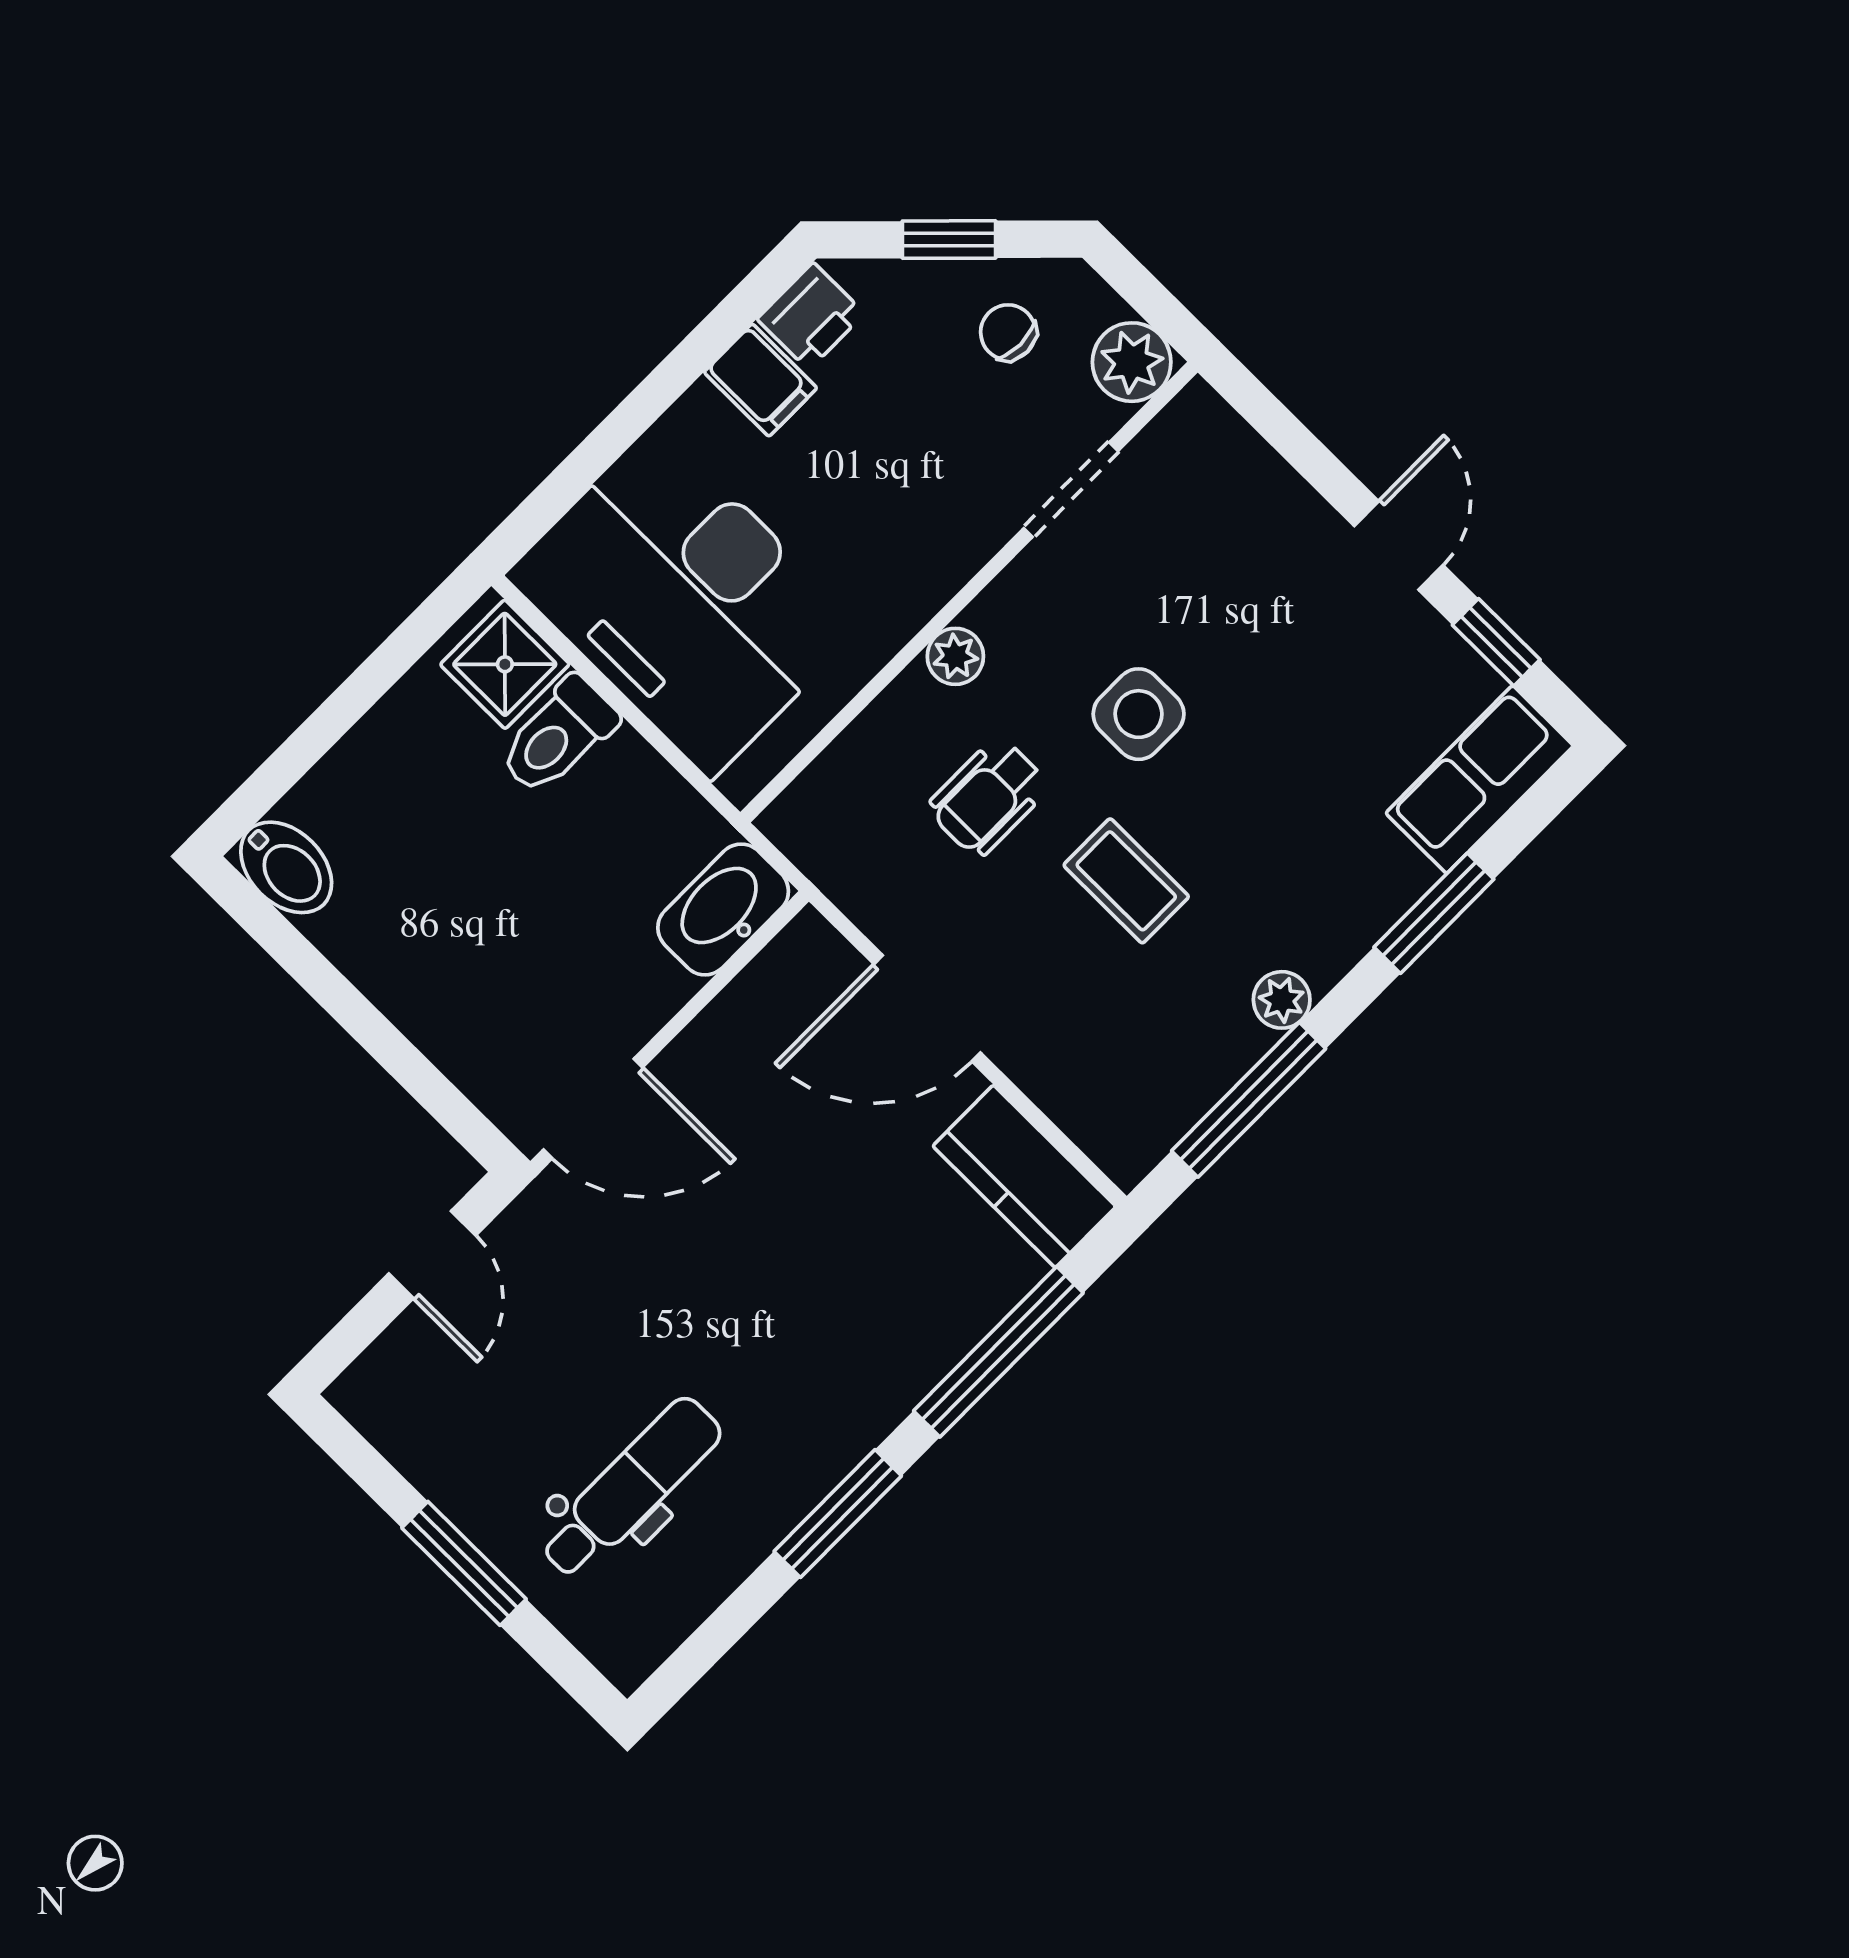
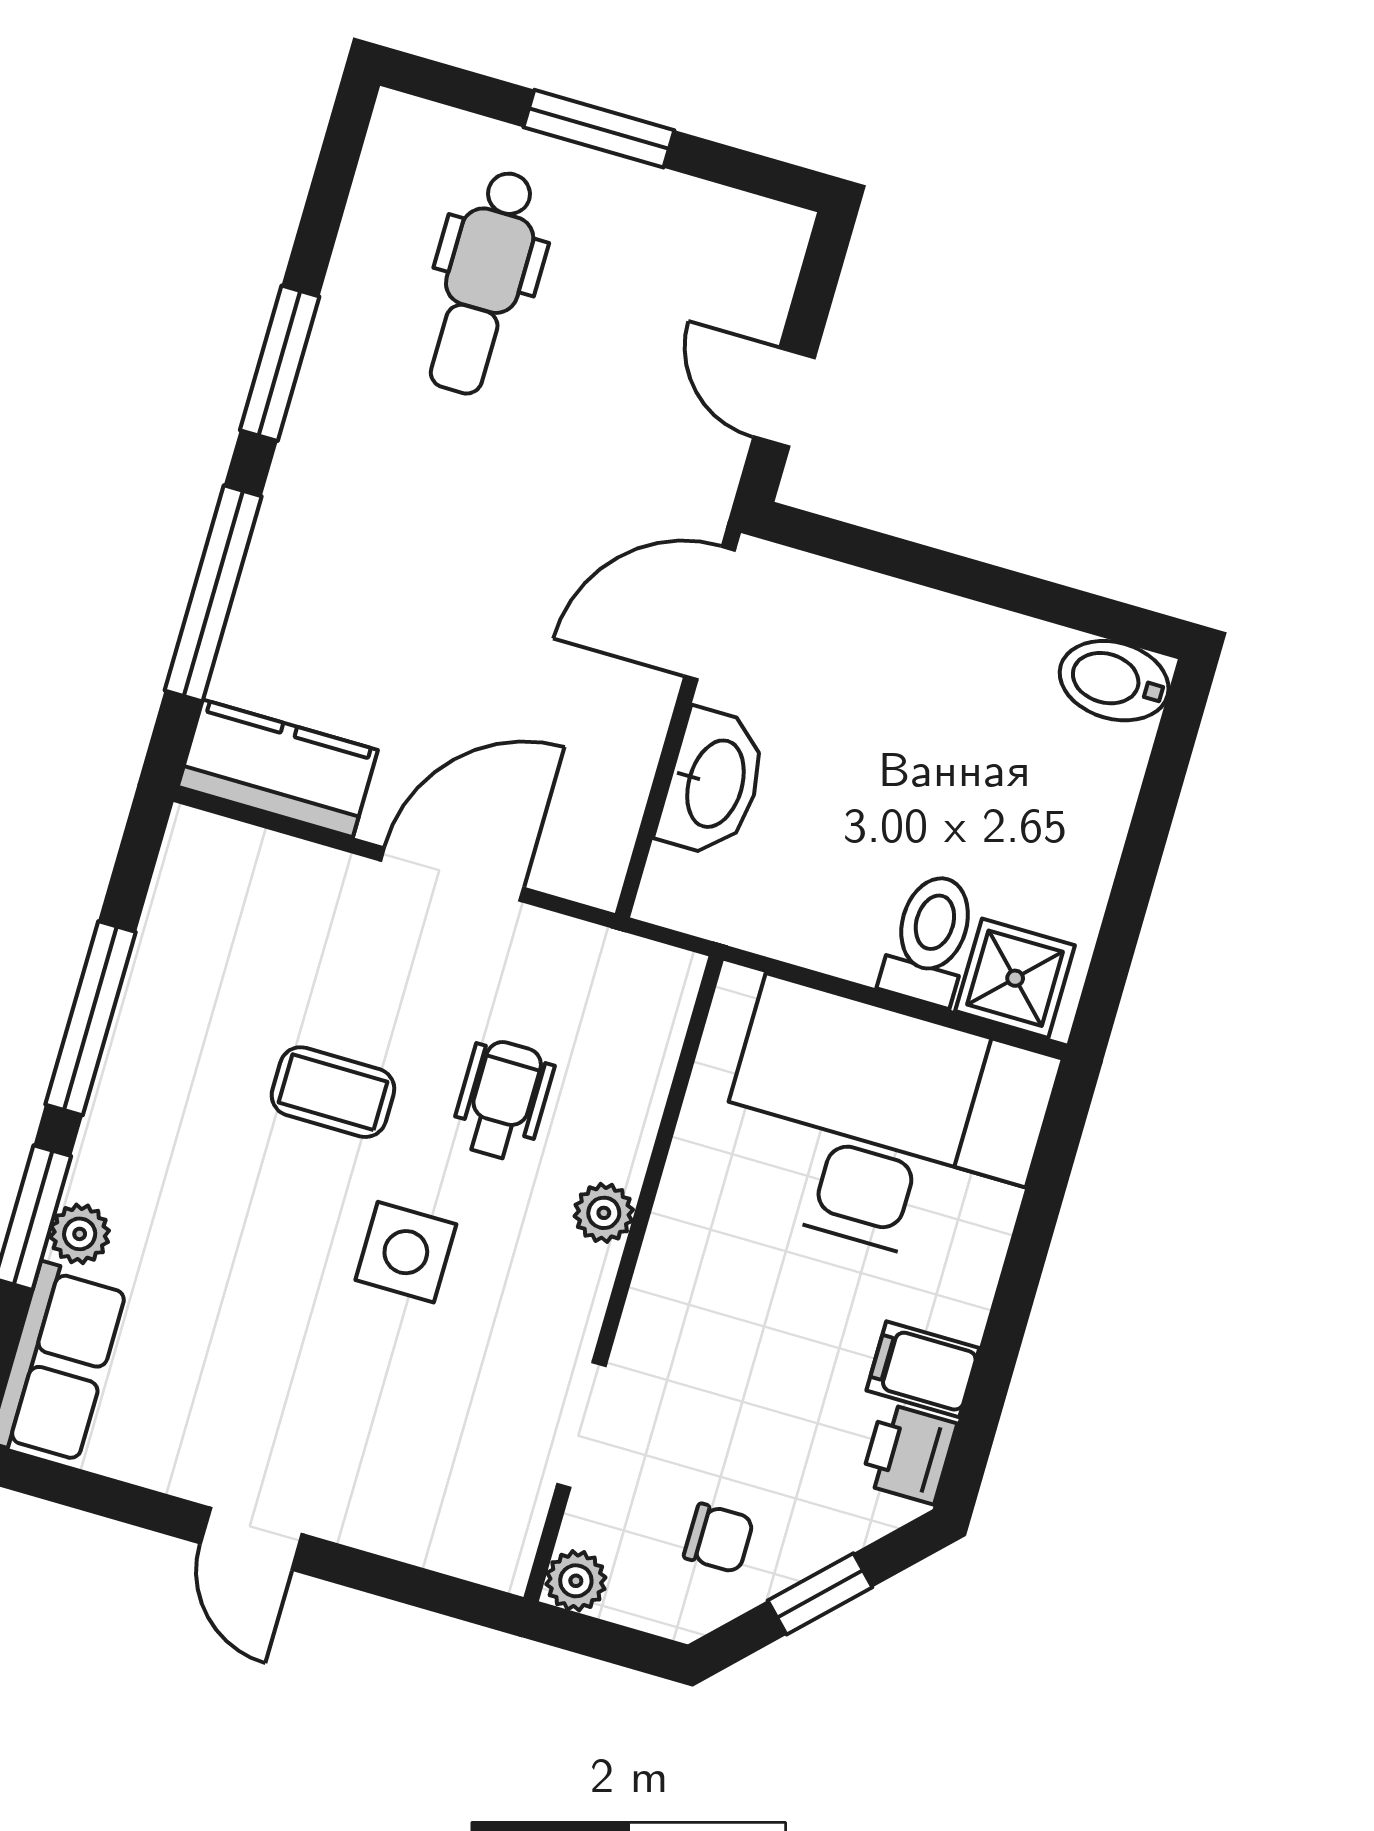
plant: (1132, 362) -> (576, 1581), width x0.73, depth x0.73
window: (1496, 642) -> (112, 1499), removed
washbasin: (723, 909) -> (713, 783), moved
plant: (1282, 1000) -> (80, 1234), moved
window: (1249, 1100) -> (91, 1018), moved

